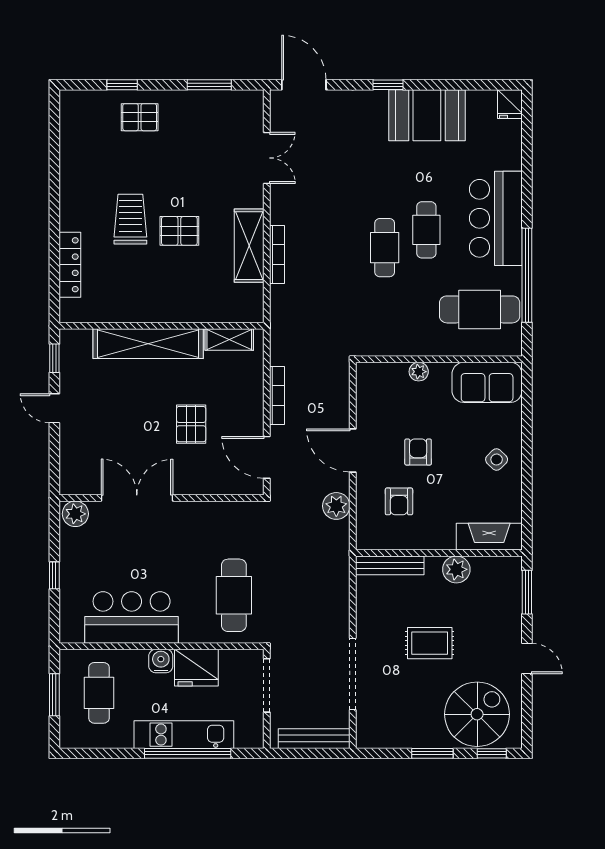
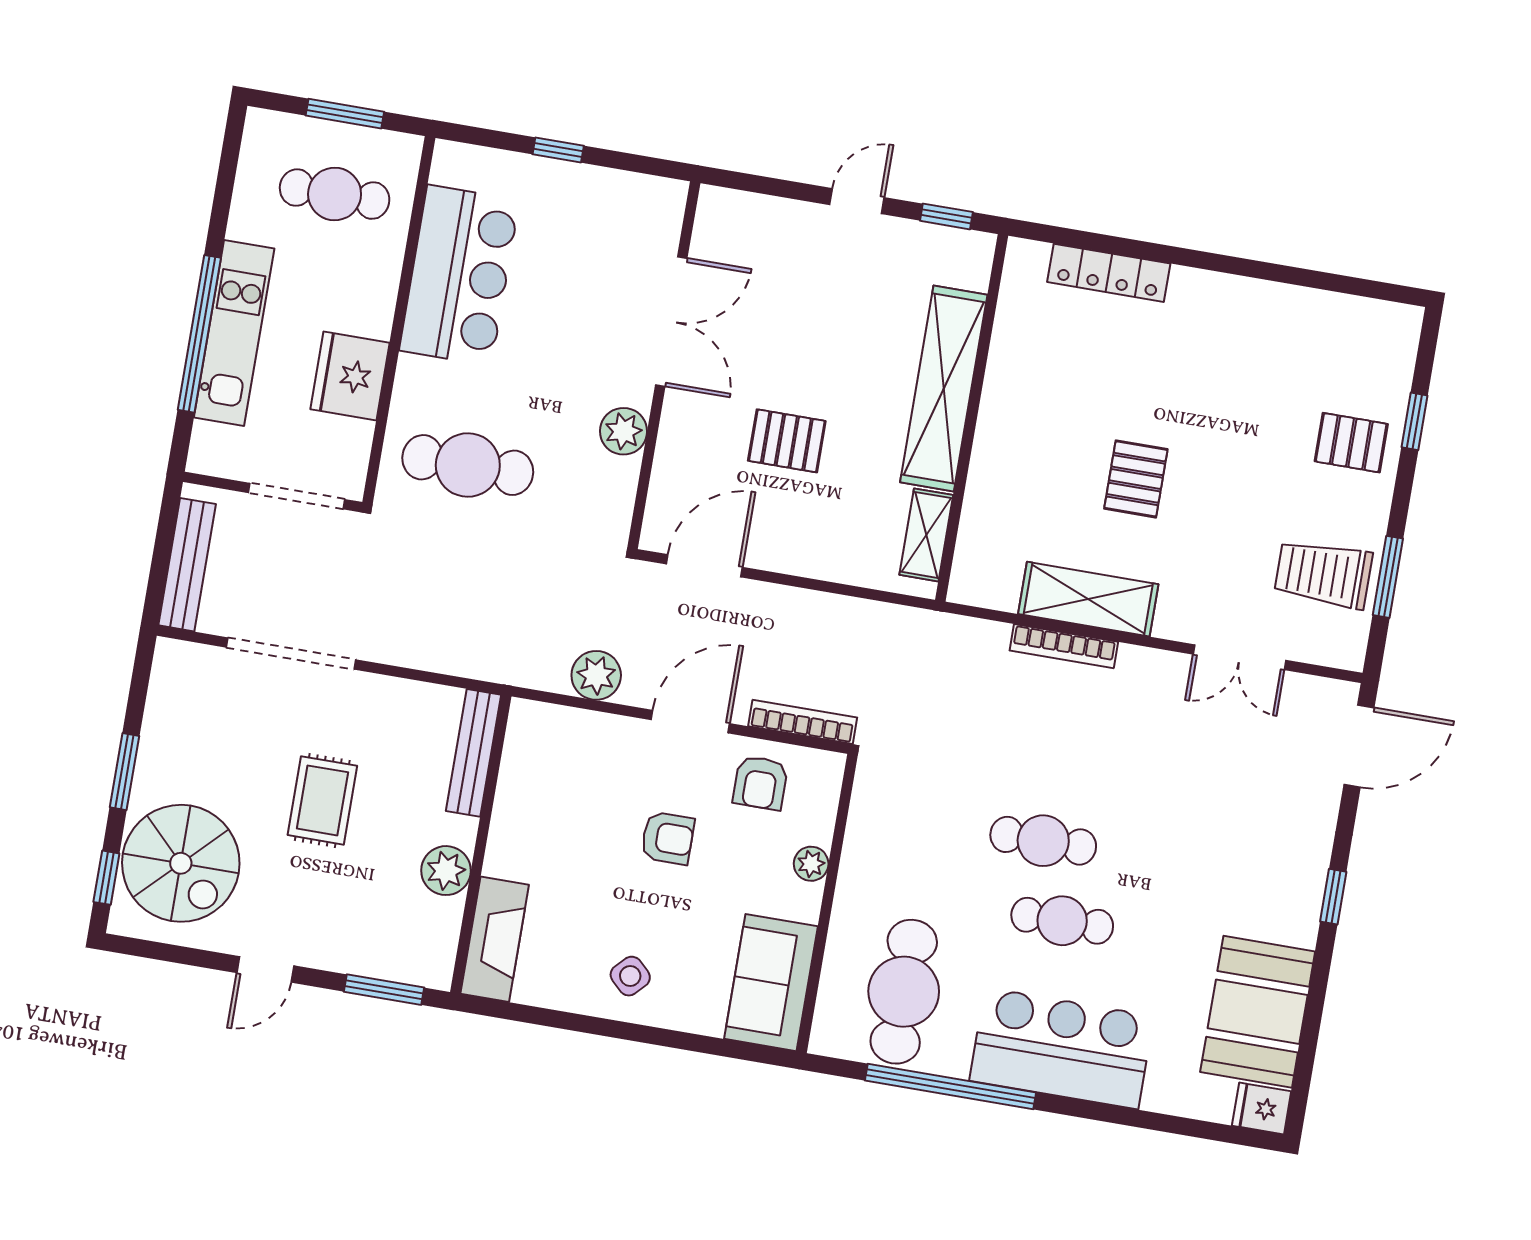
booth: (427, 115) -> (1258, 1012), moved
pallet: (140, 117) -> (1351, 443), turned 90
trolley: (130, 219) -> (1323, 574), moved, turned 180
bookcase: (277, 395) -> (803, 722), moved, turned 180
armchair: (399, 501) -> (760, 783), moved, turned -90
plant: (75, 514) -> (623, 431), moved
water cooler: (161, 661) -> (373, 314), removed

